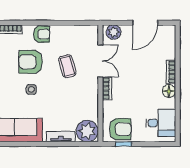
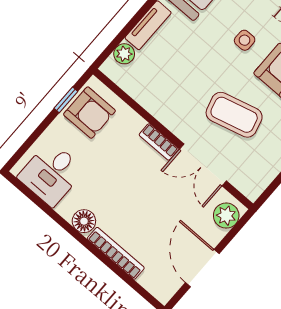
coffee table: (67, 66) -> (234, 115), width x1.36, depth x1.30
bookcase: (171, 72) -> (116, 253), width x1.56
armchair: (120, 129) -> (90, 113), turned -90
plant: (87, 131) -> (124, 54), width x0.53, depth x0.53

